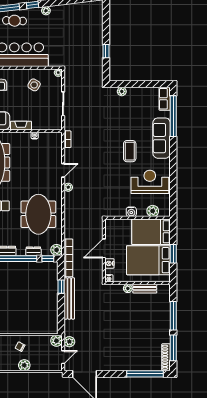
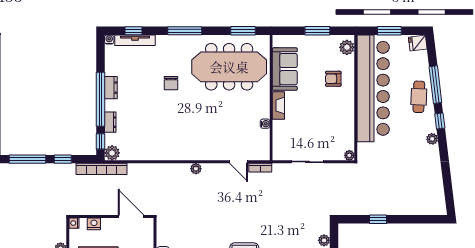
side table: (34, 85) -> (333, 123), removed
door: (63, 170) -> (239, 162), moved
meeting table: (38, 214) -> (160, 129), removed
door: (104, 248) -> (131, 216), moved
bench: (69, 298) -> (47, 170), removed
window: (61, 313) -> (28, 159), added

